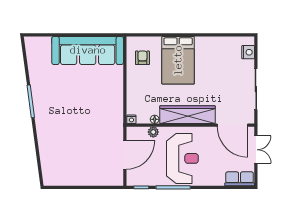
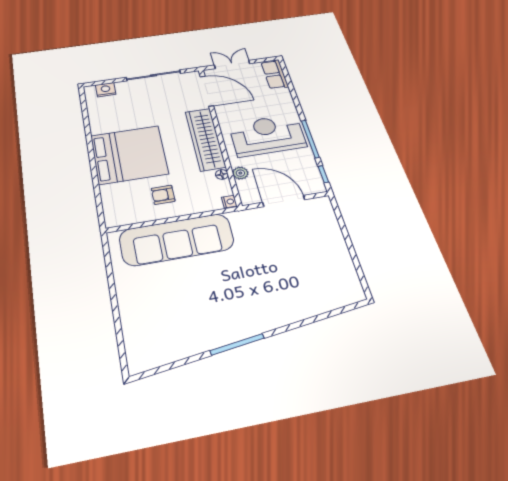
sofa: (88, 50) -> (177, 240), moved, turned 90
armchair: (142, 58) -> (163, 195), moved
bed: (178, 60) -> (129, 155), width x1.36
door: (232, 125) -> (207, 91), hinge flipped

